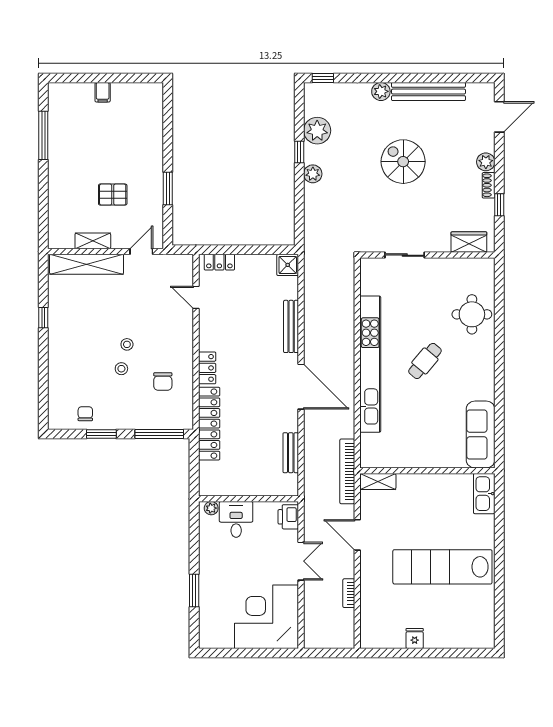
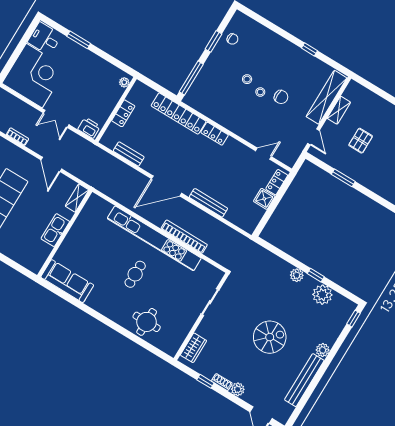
shower: (288, 265) -> (264, 199), moved
cafe table: (425, 361) -> (135, 274), turned 50
chair: (163, 381) -> (281, 97), moved, turned 180
bookcase: (347, 471) -> (184, 237), moved
locker: (248, 488) -> (123, 113), added
kitchen sink: (484, 494) -> (55, 230), moved, turned -90
desk: (236, 519) -> (45, 39), moved, turned 180
door: (357, 535) -> (51, 164), swing flipped

